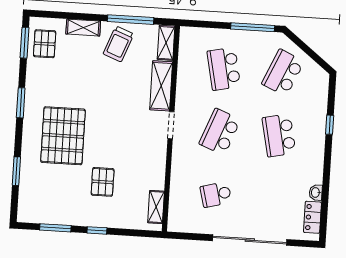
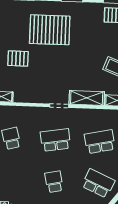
school desk: (220, 132) -> (55, 140), turned -30
school desk: (279, 135) -> (54, 182), width x0.54

